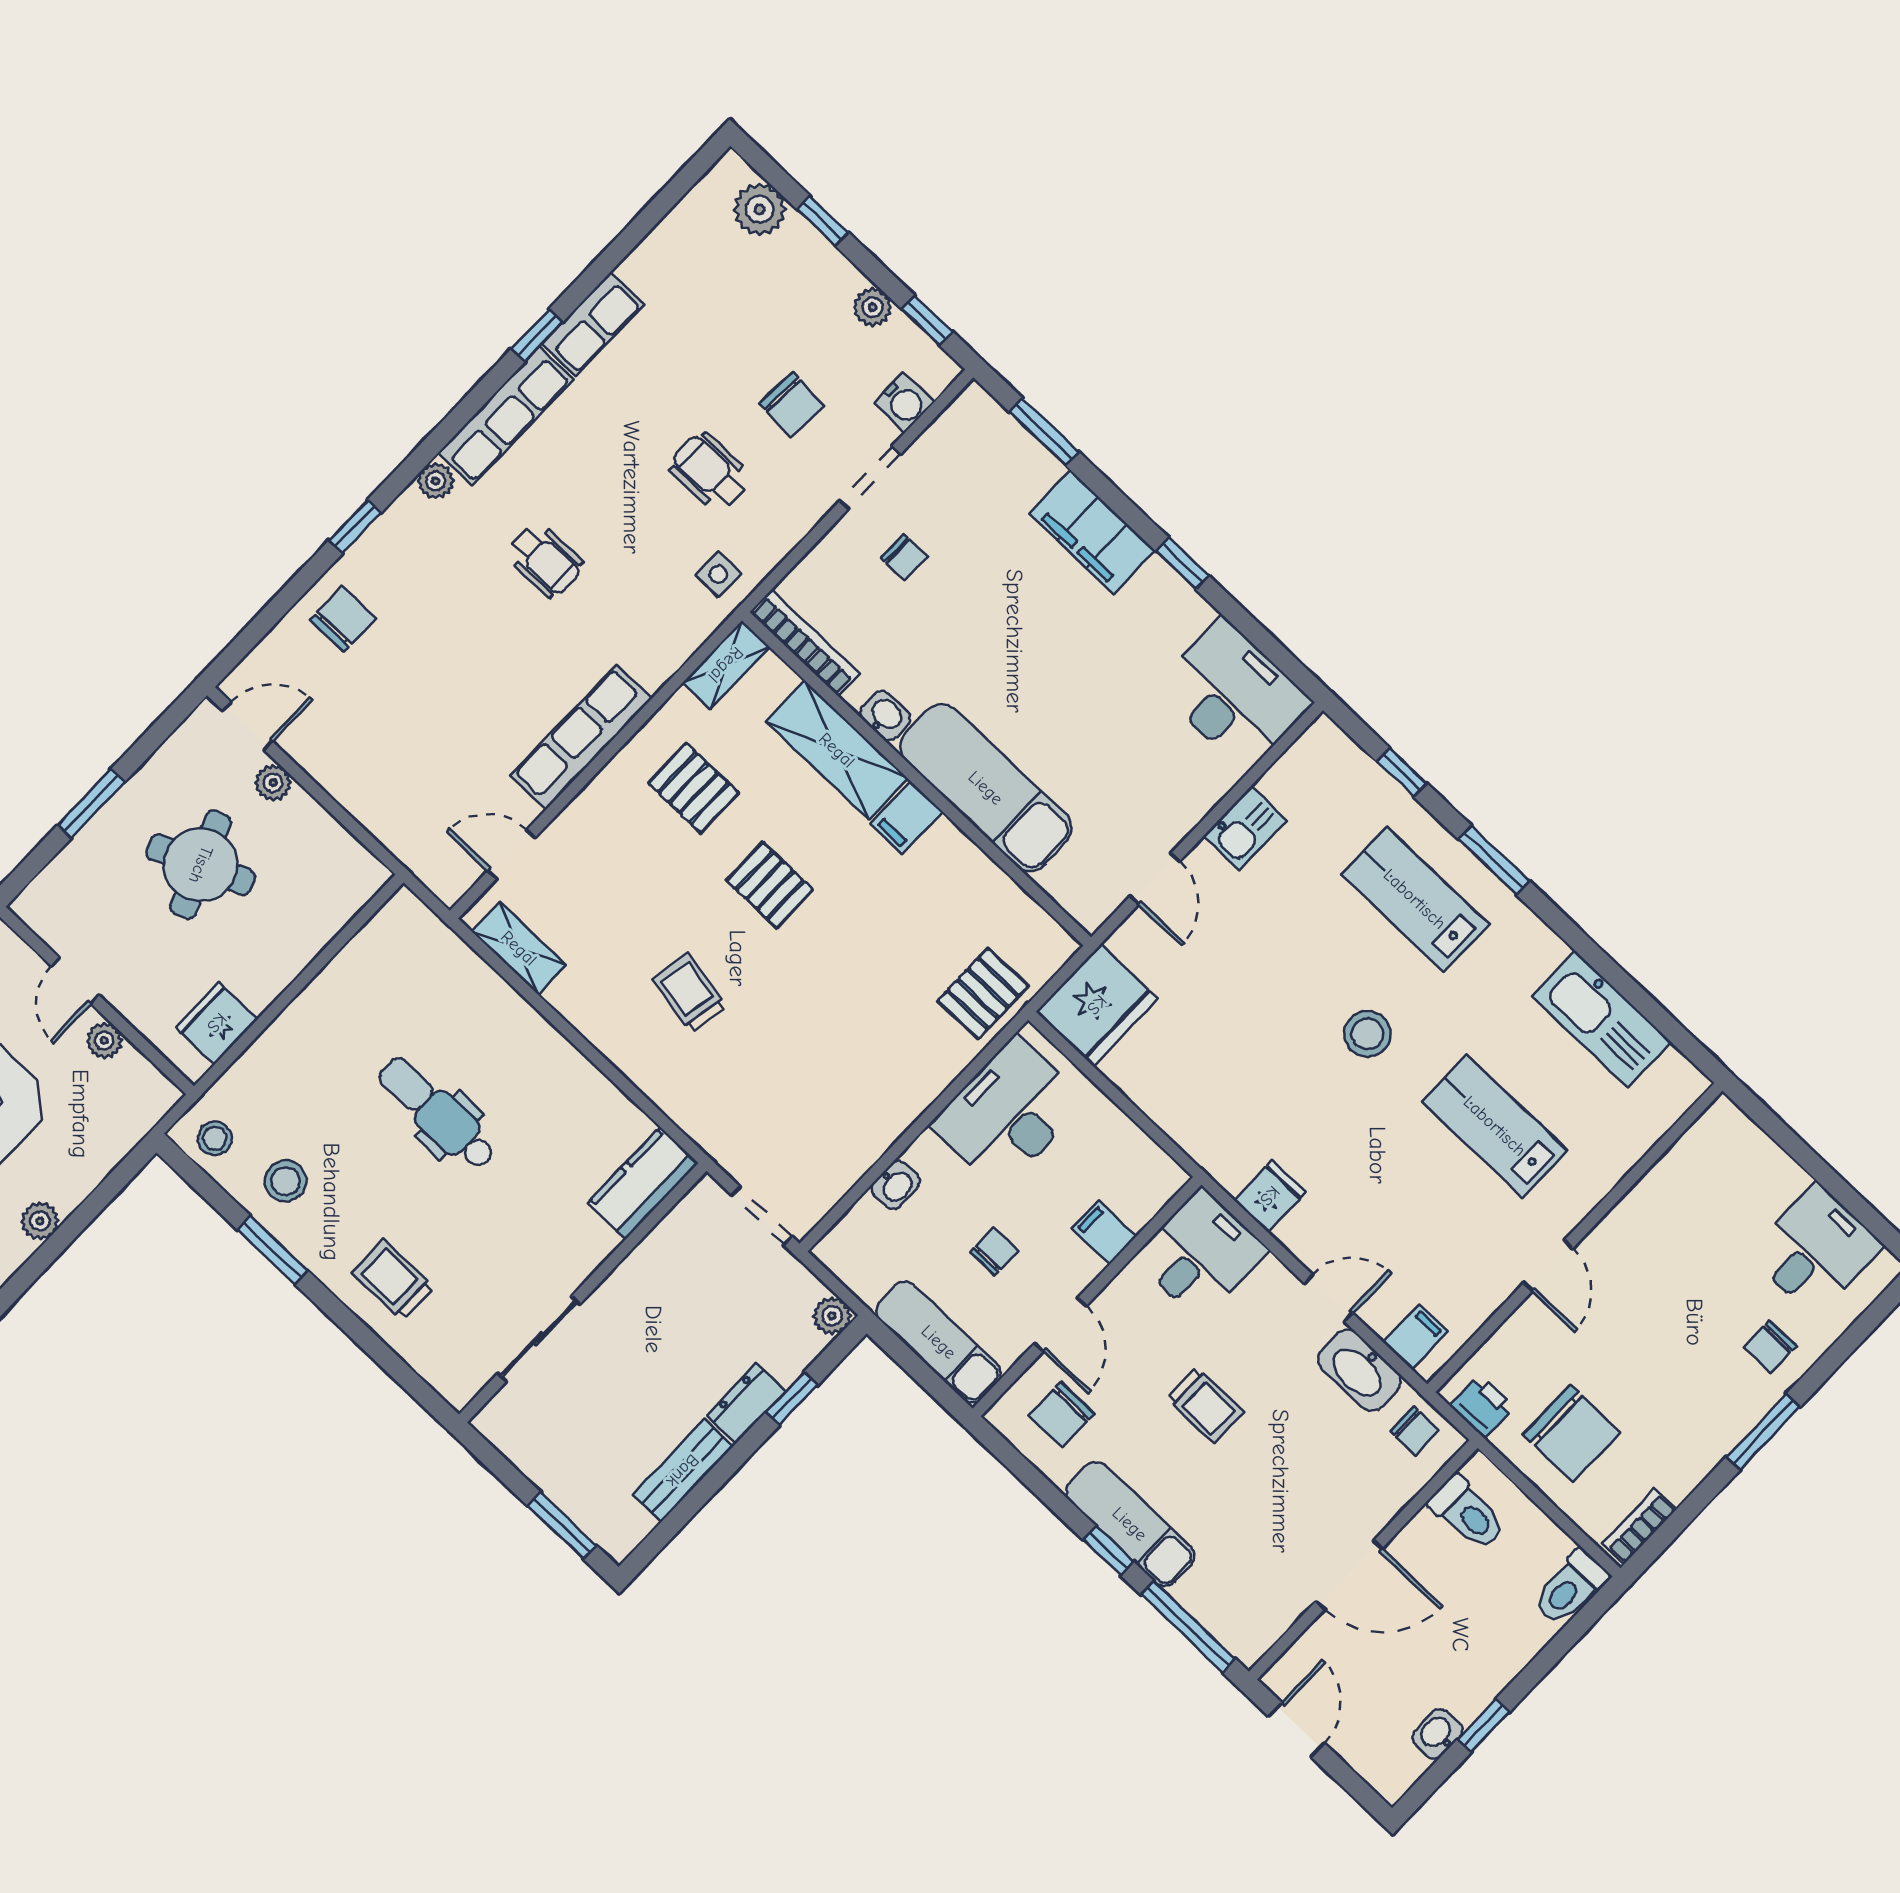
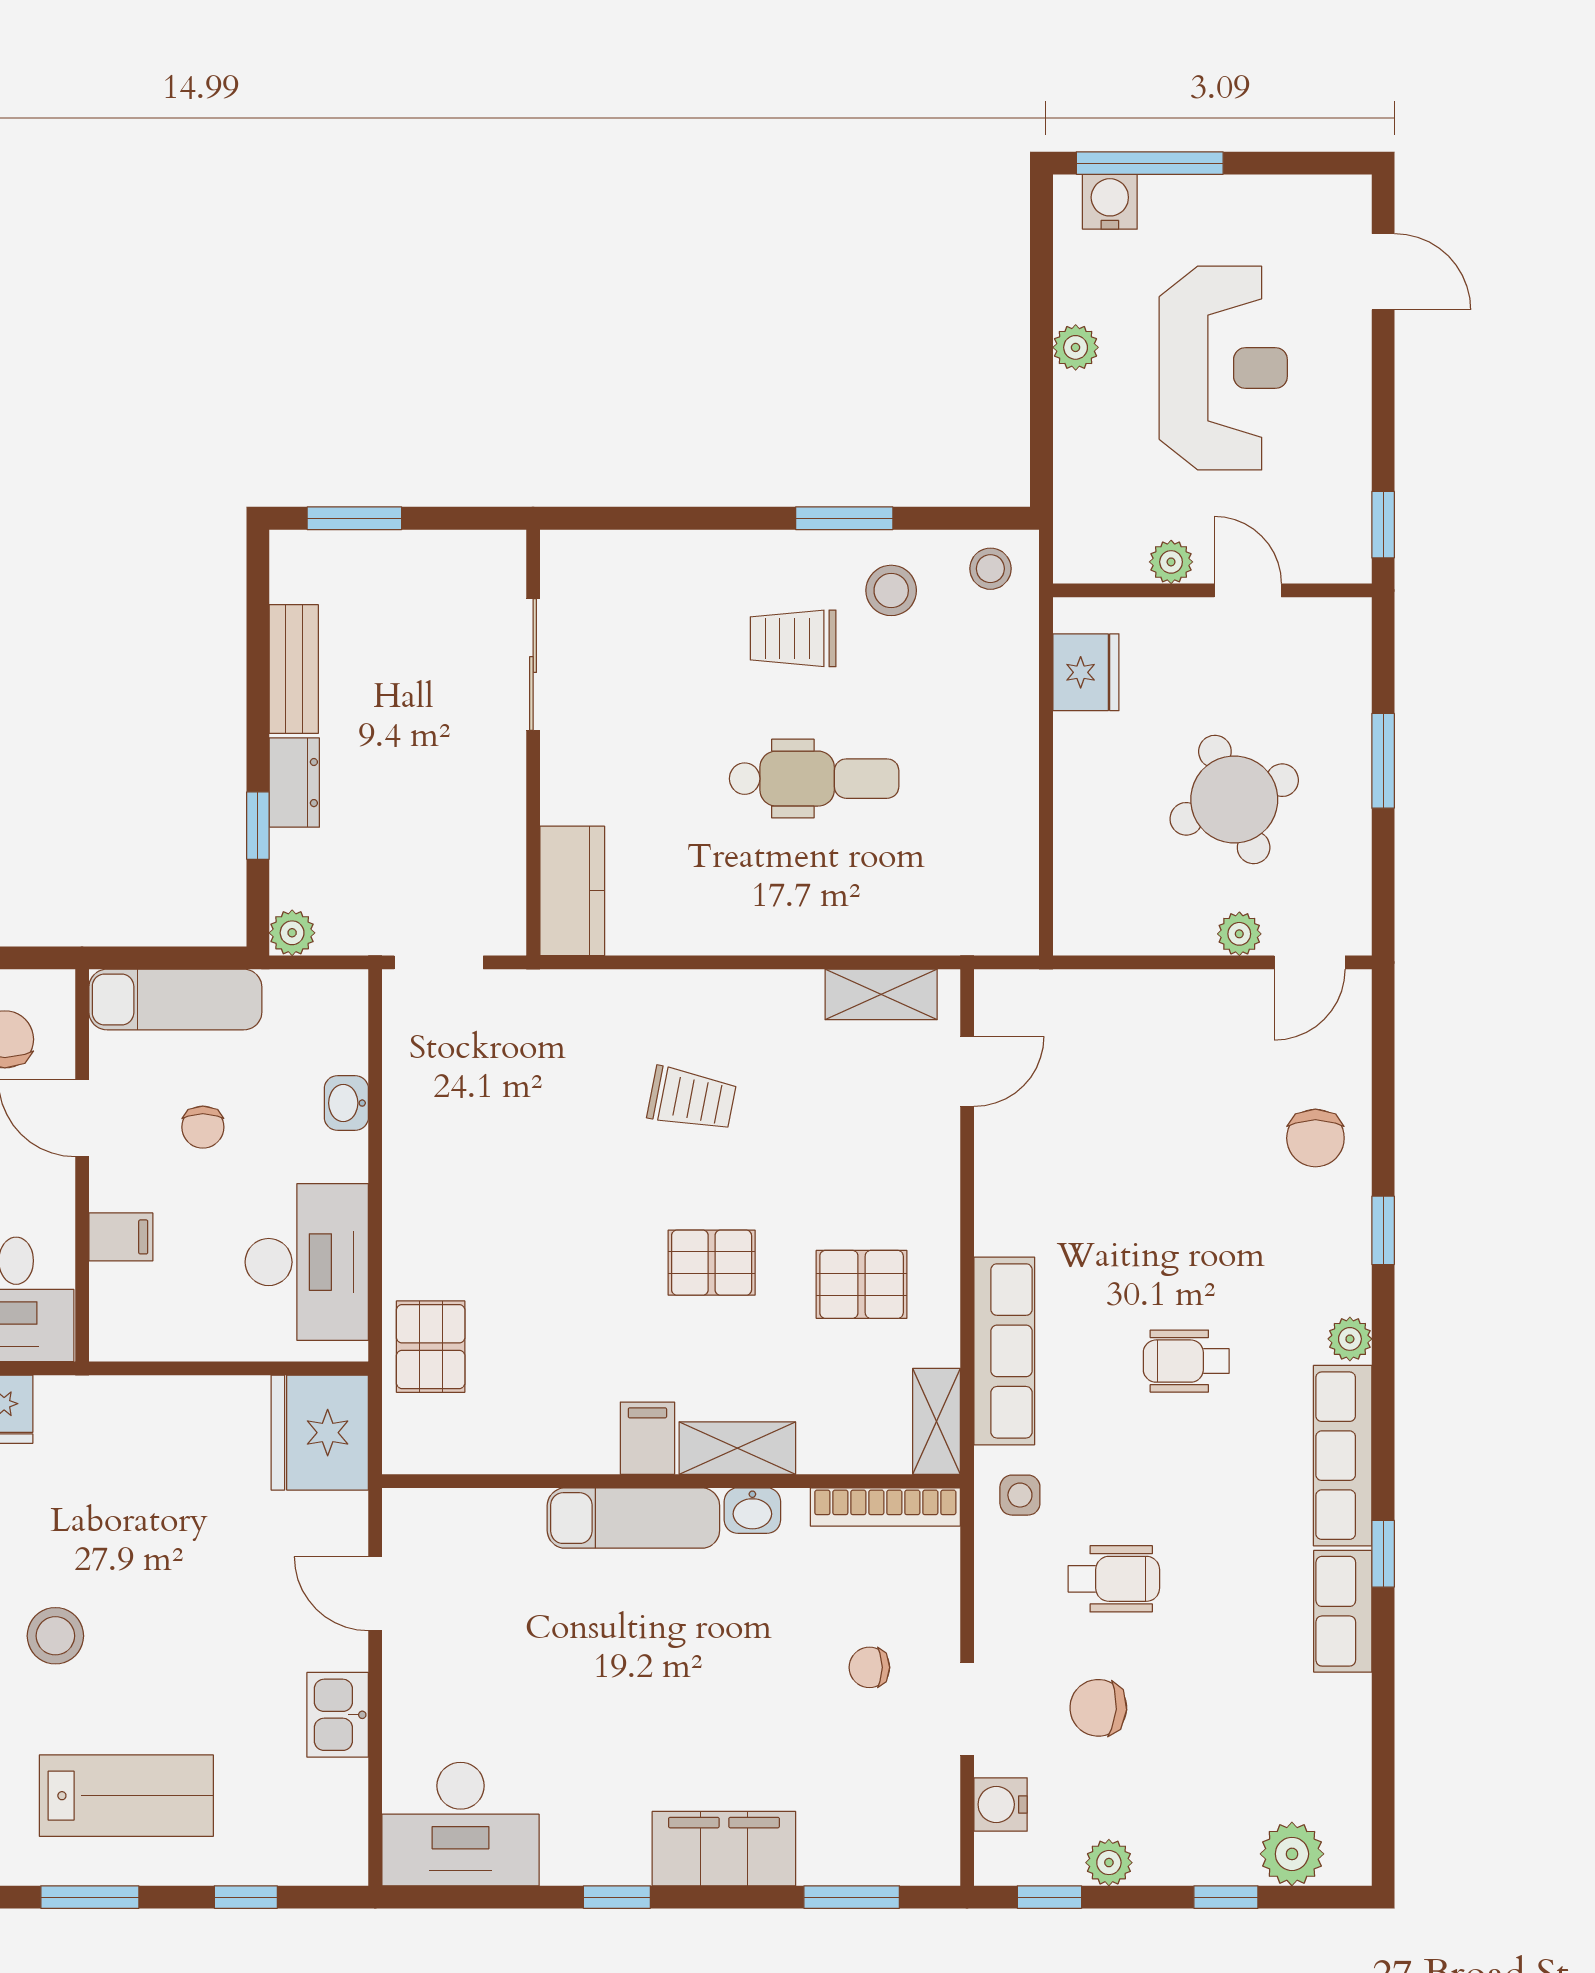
row of seats: (581, 737) -> (1004, 1351), moved
shelving: (837, 750) -> (737, 1448), width x0.67, depth x0.75
exam couch: (986, 788) -> (633, 1518), width x0.73, depth x0.69
trolley: (393, 1280) -> (793, 638), moved, turned 180

